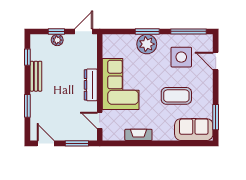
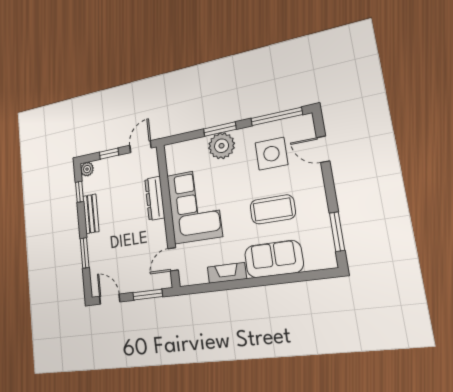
plant: (57, 40) -> (87, 169), moved
dresser: (91, 85) -> (155, 198), moved
door: (100, 120) -> (173, 259), hinge flipped
sofa: (194, 130) -> (274, 259), moved

